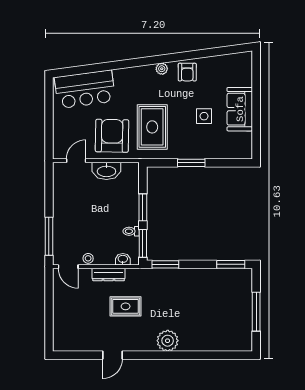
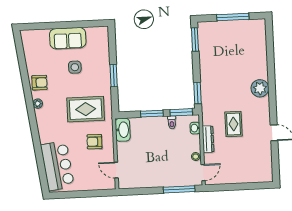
armchair: (112, 136) -> (94, 142), width x0.53, depth x0.53
washbasin: (106, 171) -> (123, 130), moved

